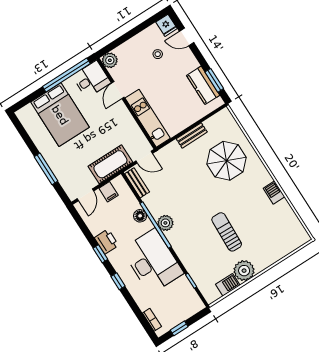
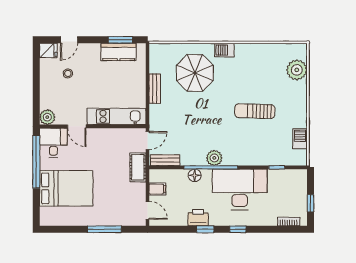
cot: (110, 164) -> (138, 167), width x0.73, depth x0.75
barbecue: (274, 193) -> (225, 50), moved
plant: (244, 271) -> (297, 70), moved

